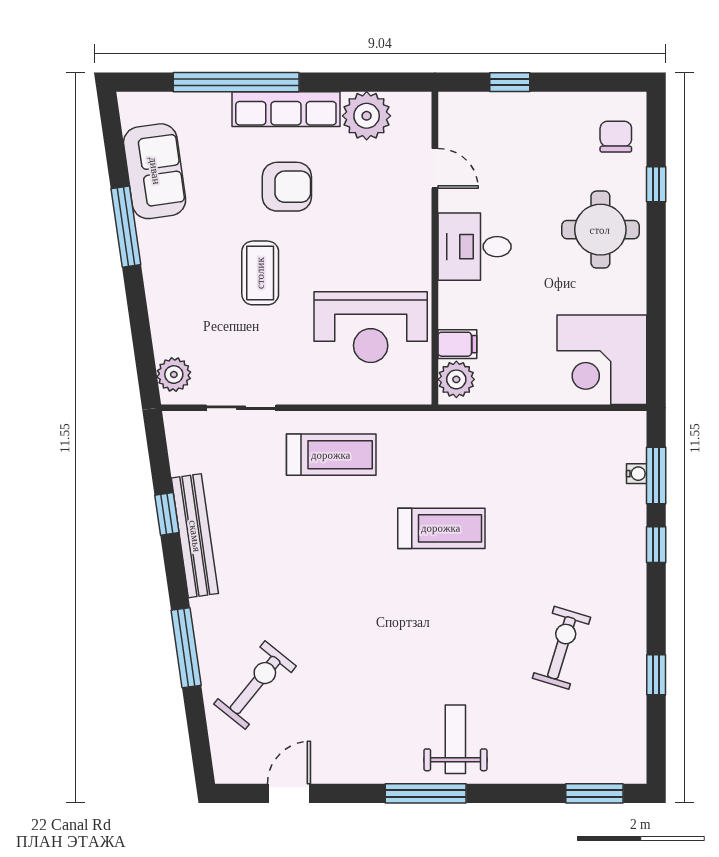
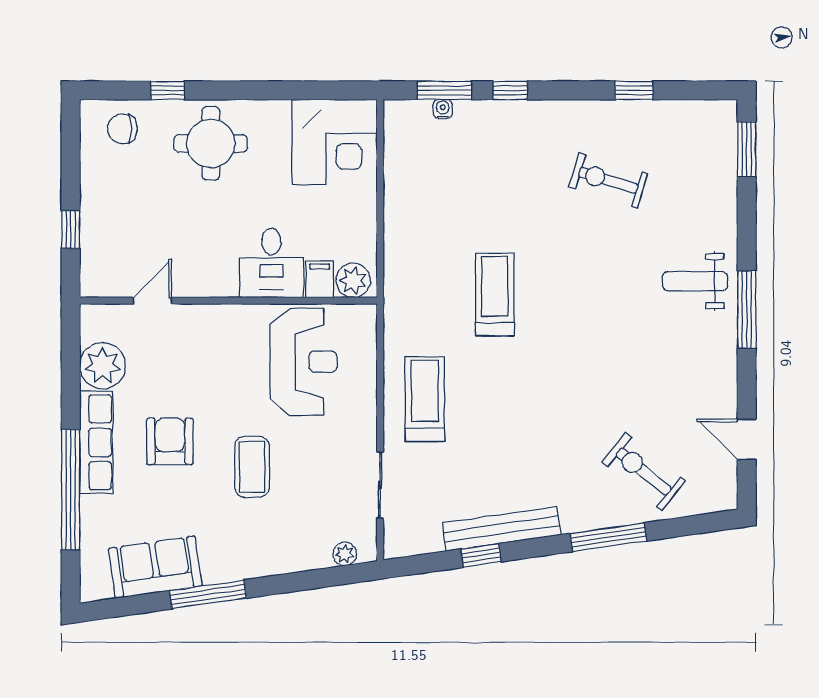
desk: (475, 247) -> (271, 263), moved
coffee table: (260, 273) -> (252, 467), turned 90
plant: (174, 375) -> (345, 554), width x0.73, depth x0.73

